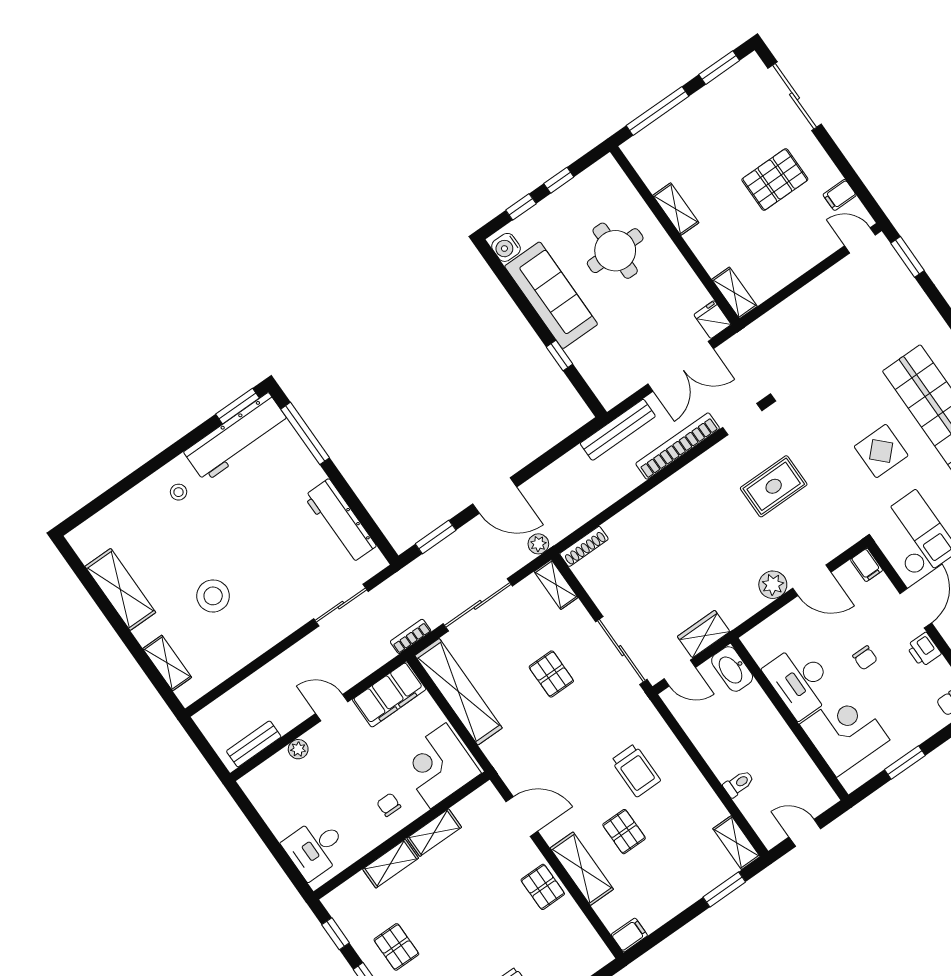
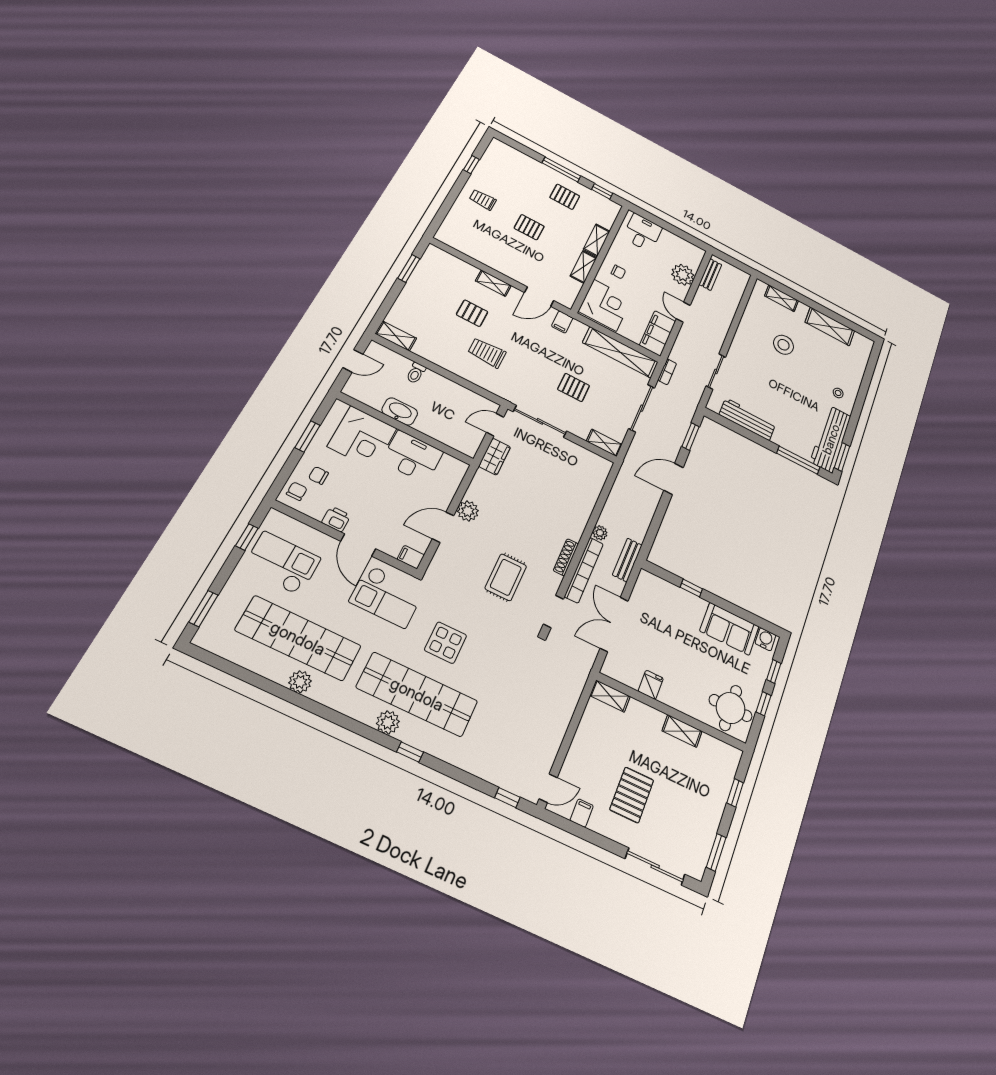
window: (658, 111) -> (735, 793), width x0.46
round table: (615, 251) -> (731, 708), moved
window: (907, 257) -> (507, 798), width x0.67
sofa: (551, 295) -> (729, 629), width x0.73
fridge: (712, 320) -> (651, 685), moved, turned -90
bench: (618, 430) -> (627, 560), width x0.73
plant: (538, 544) -> (600, 533), moved
shoe rack: (584, 546) -> (566, 557), moved
chair: (865, 658) -> (318, 475), moved
washbasin: (732, 669) -> (400, 411), moved
door: (332, 708) -> (683, 312), swing flipped
plant: (298, 749) -> (683, 275), width x1.88, depth x1.88
shelving: (582, 869) -> (493, 283), width x0.67, depth x0.75
pallet: (543, 887) -> (529, 227), moved
window: (724, 889) -> (409, 268), moved
filing cabinet: (629, 935) -> (562, 322), moved

